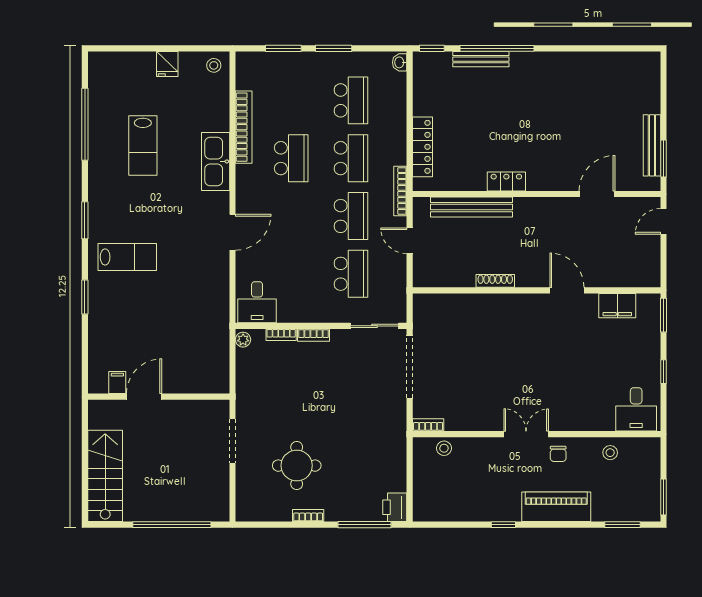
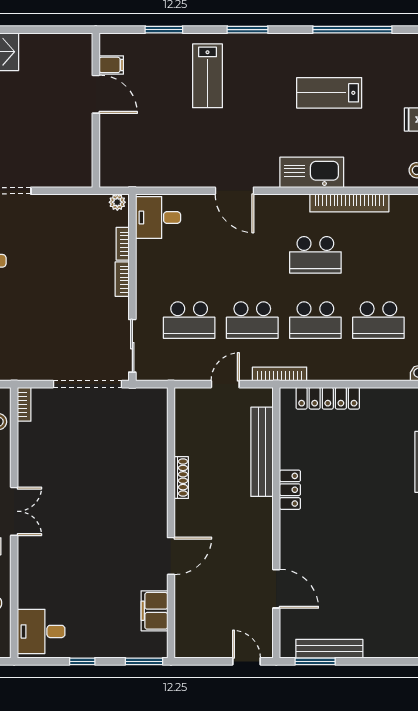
filing cabinet: (117, 382) -> (111, 65), moved
door: (144, 397) -> (96, 94), moved
wall: (159, 397) -> (96, 110), moved

